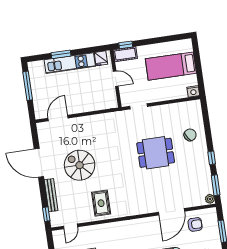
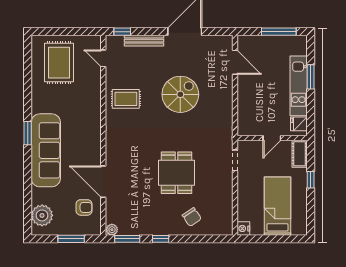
window: (126, 45) -> (311, 180), moved
spiral stairs: (80, 165) -> (180, 94), moved
armchair: (195, 224) -> (84, 207), turned -90

